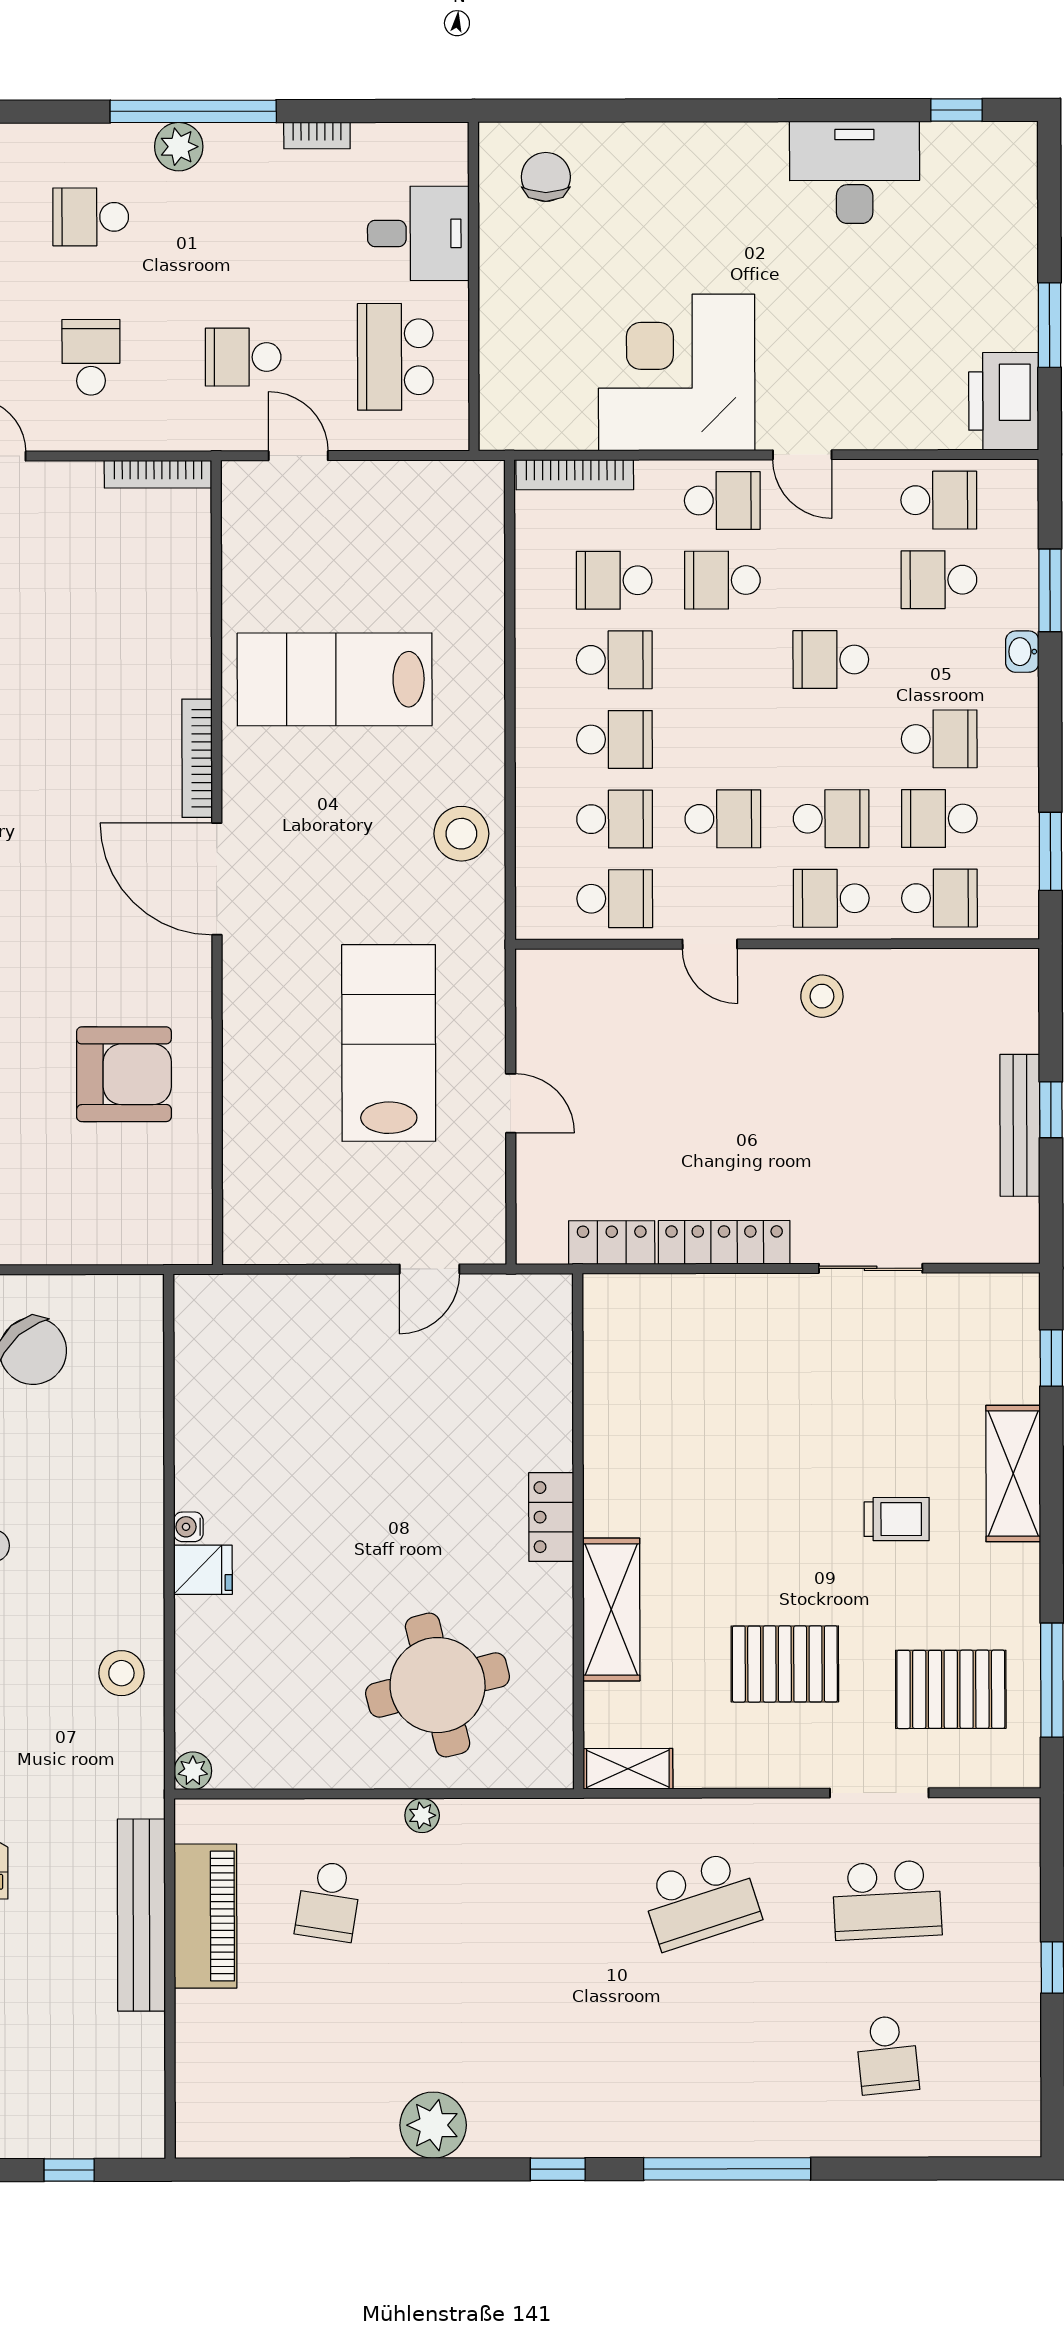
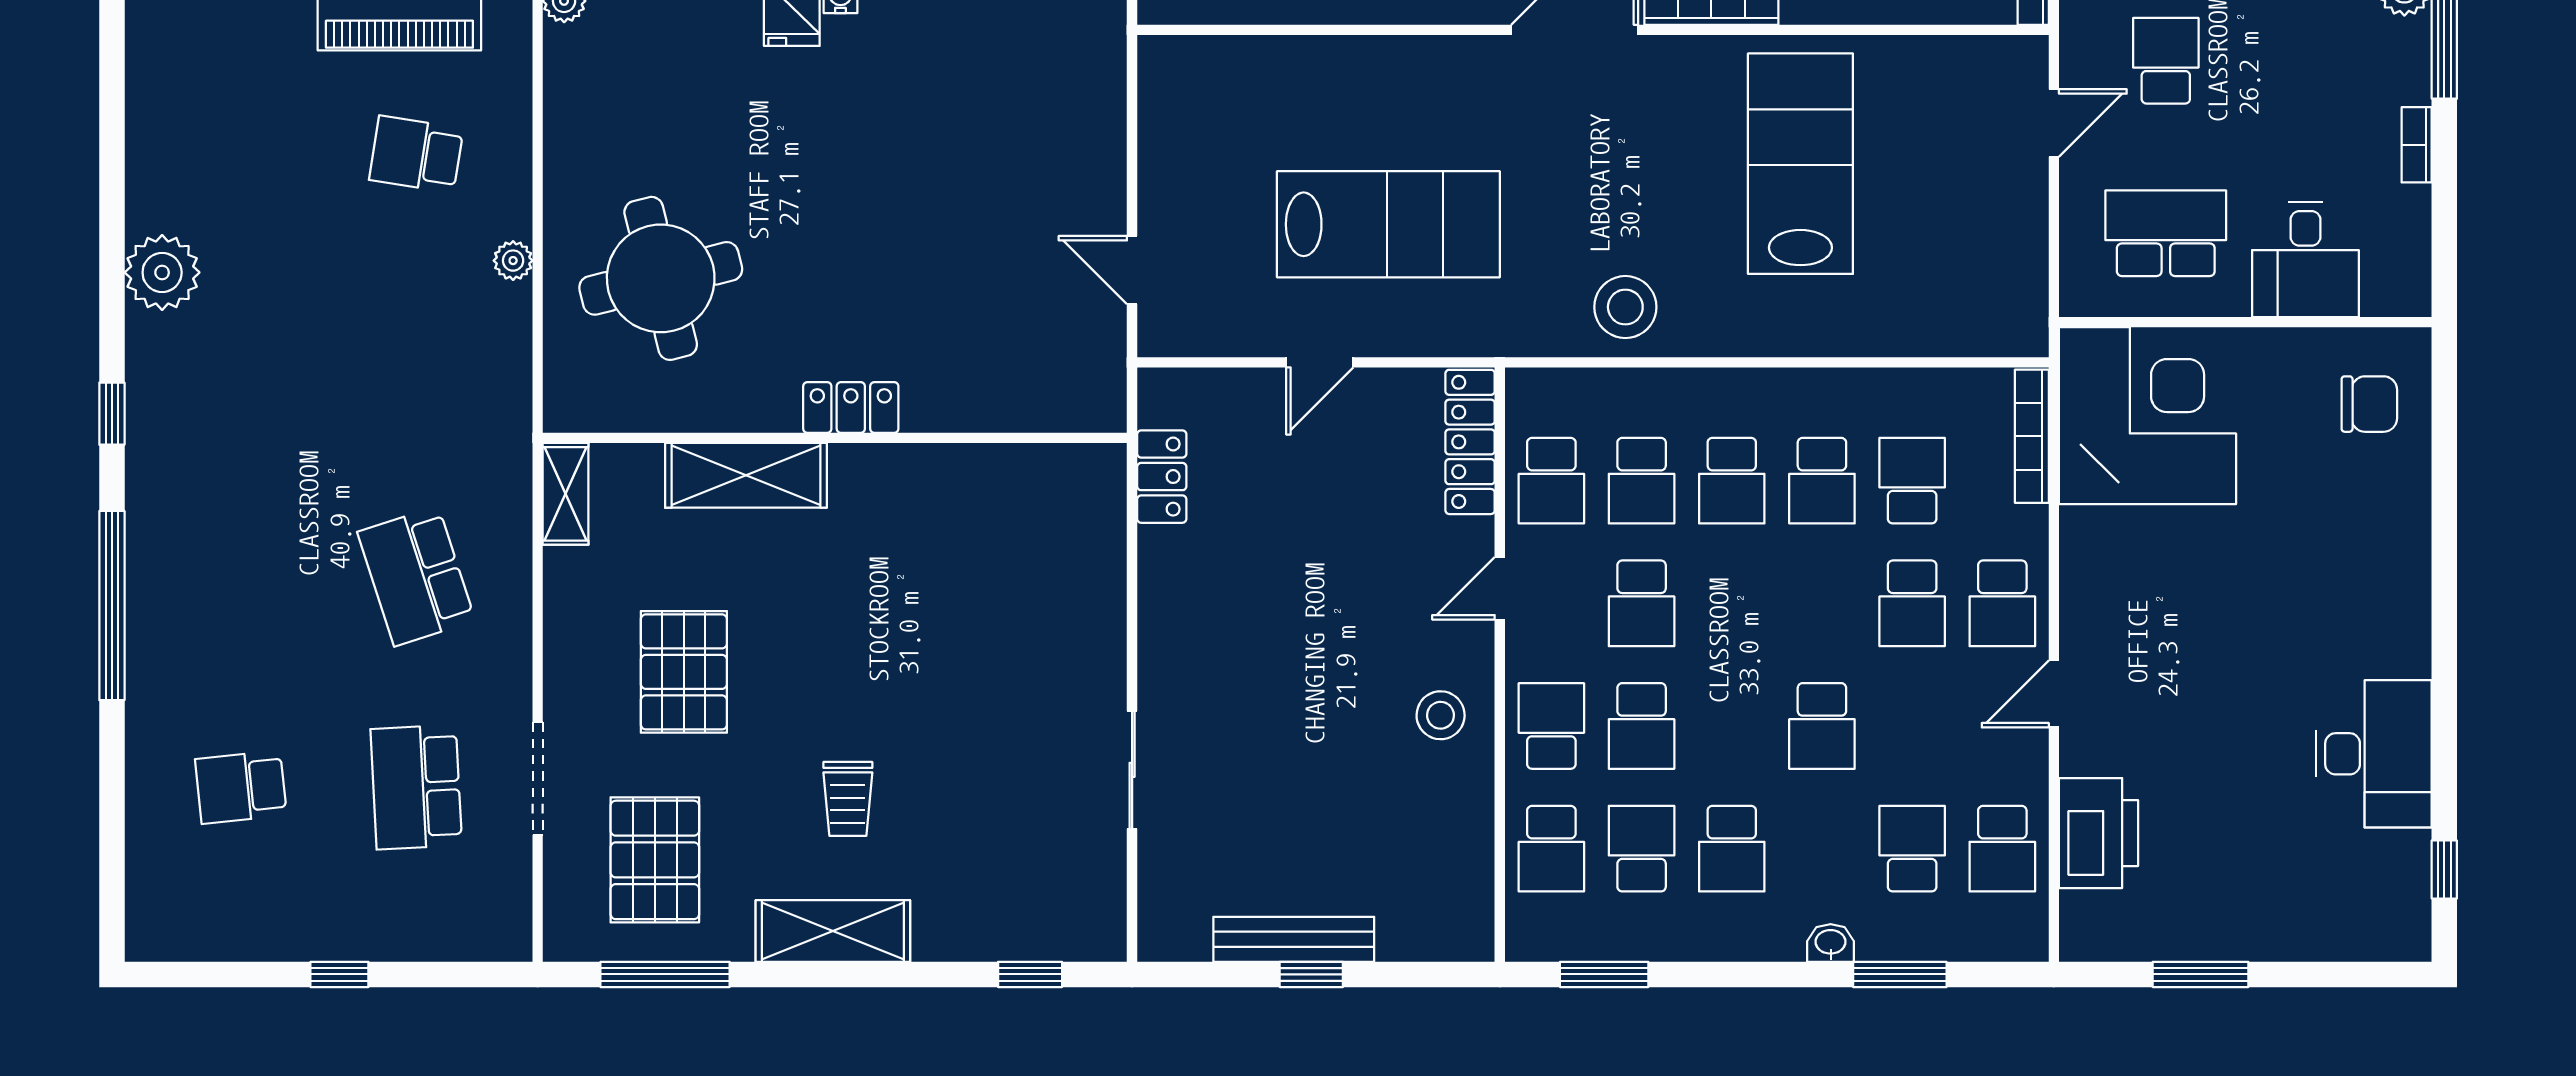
corner desk: (677, 372) -> (2148, 416), moved
printer: (1004, 401) -> (2098, 833), moved, turned 90
school desk: (722, 580) -> (1912, 603), turned 180
school desk: (831, 660) -> (1822, 726), turned 180
locker: (724, 1242) -> (1470, 442), moved, turned 180
shelving: (1013, 1474) -> (833, 931), moved

